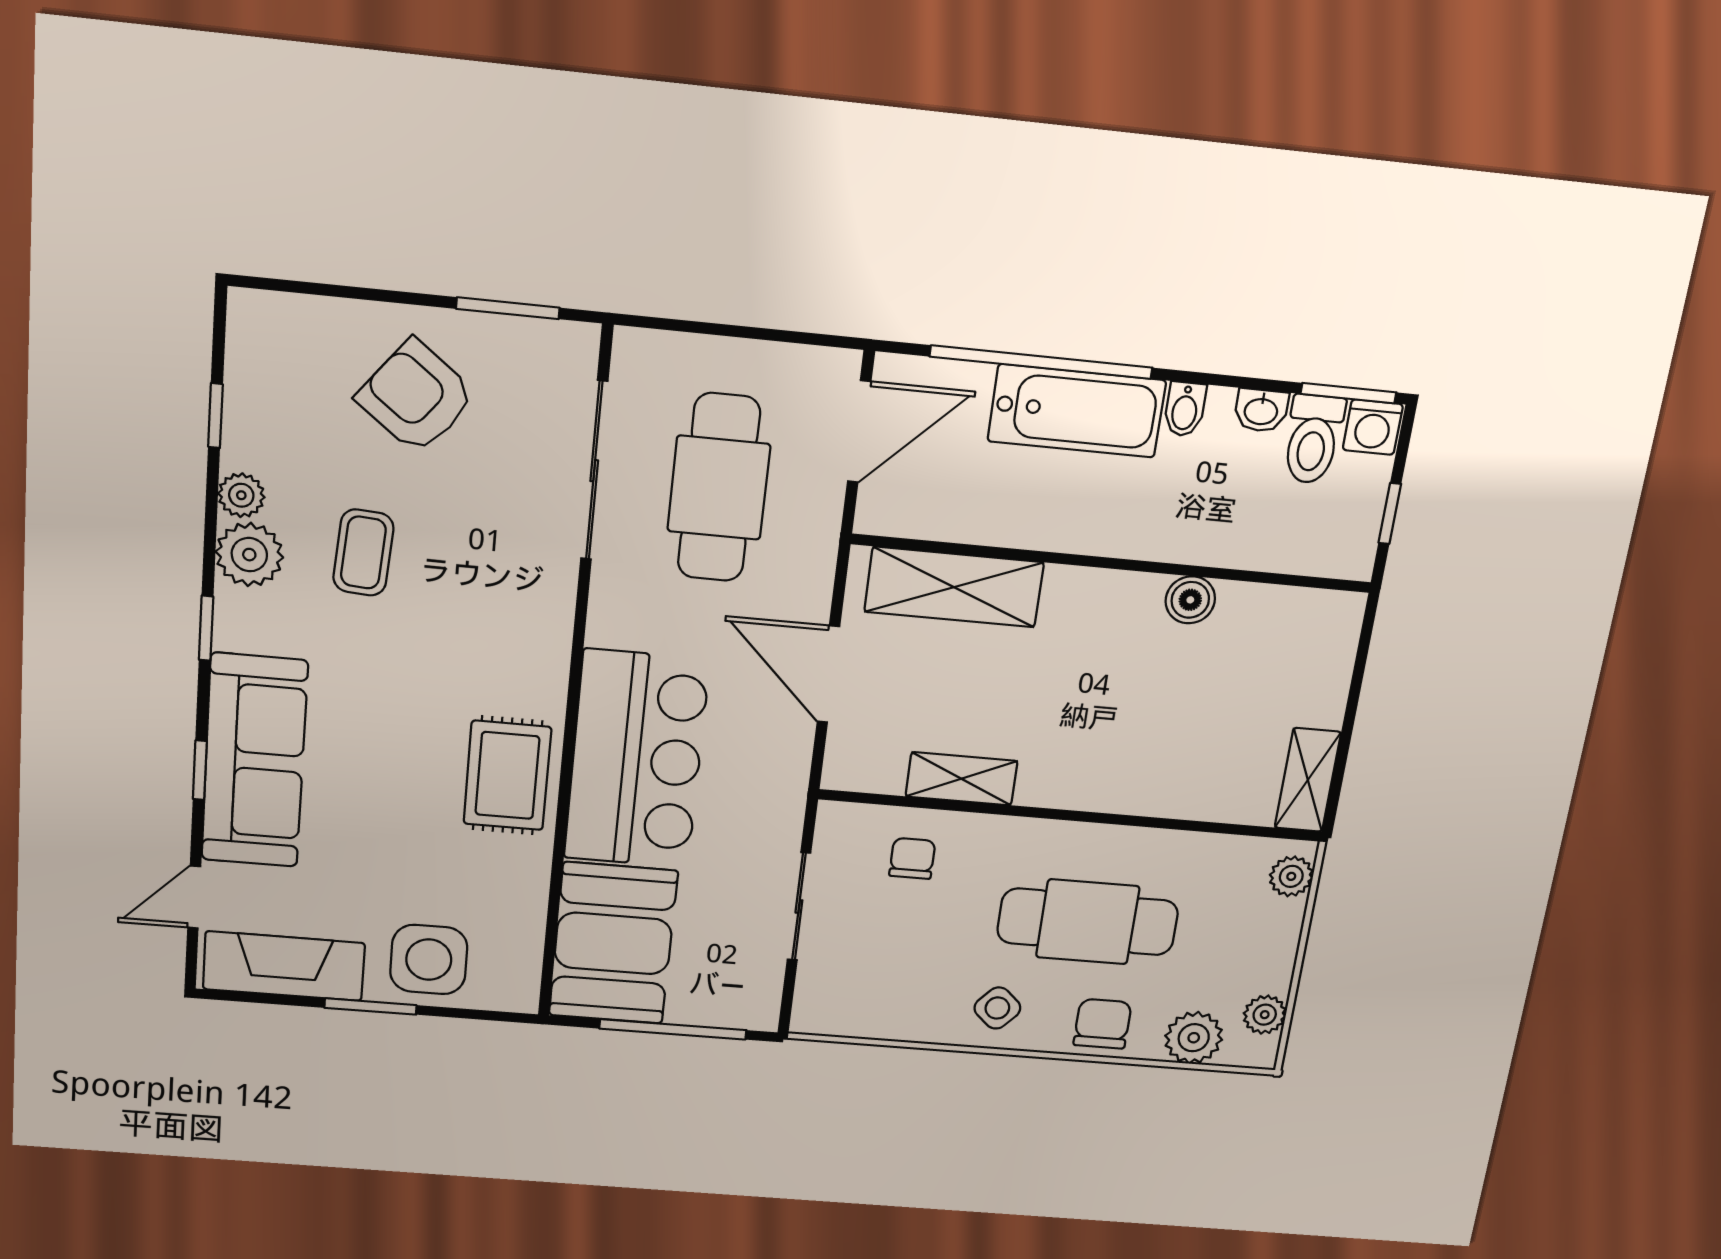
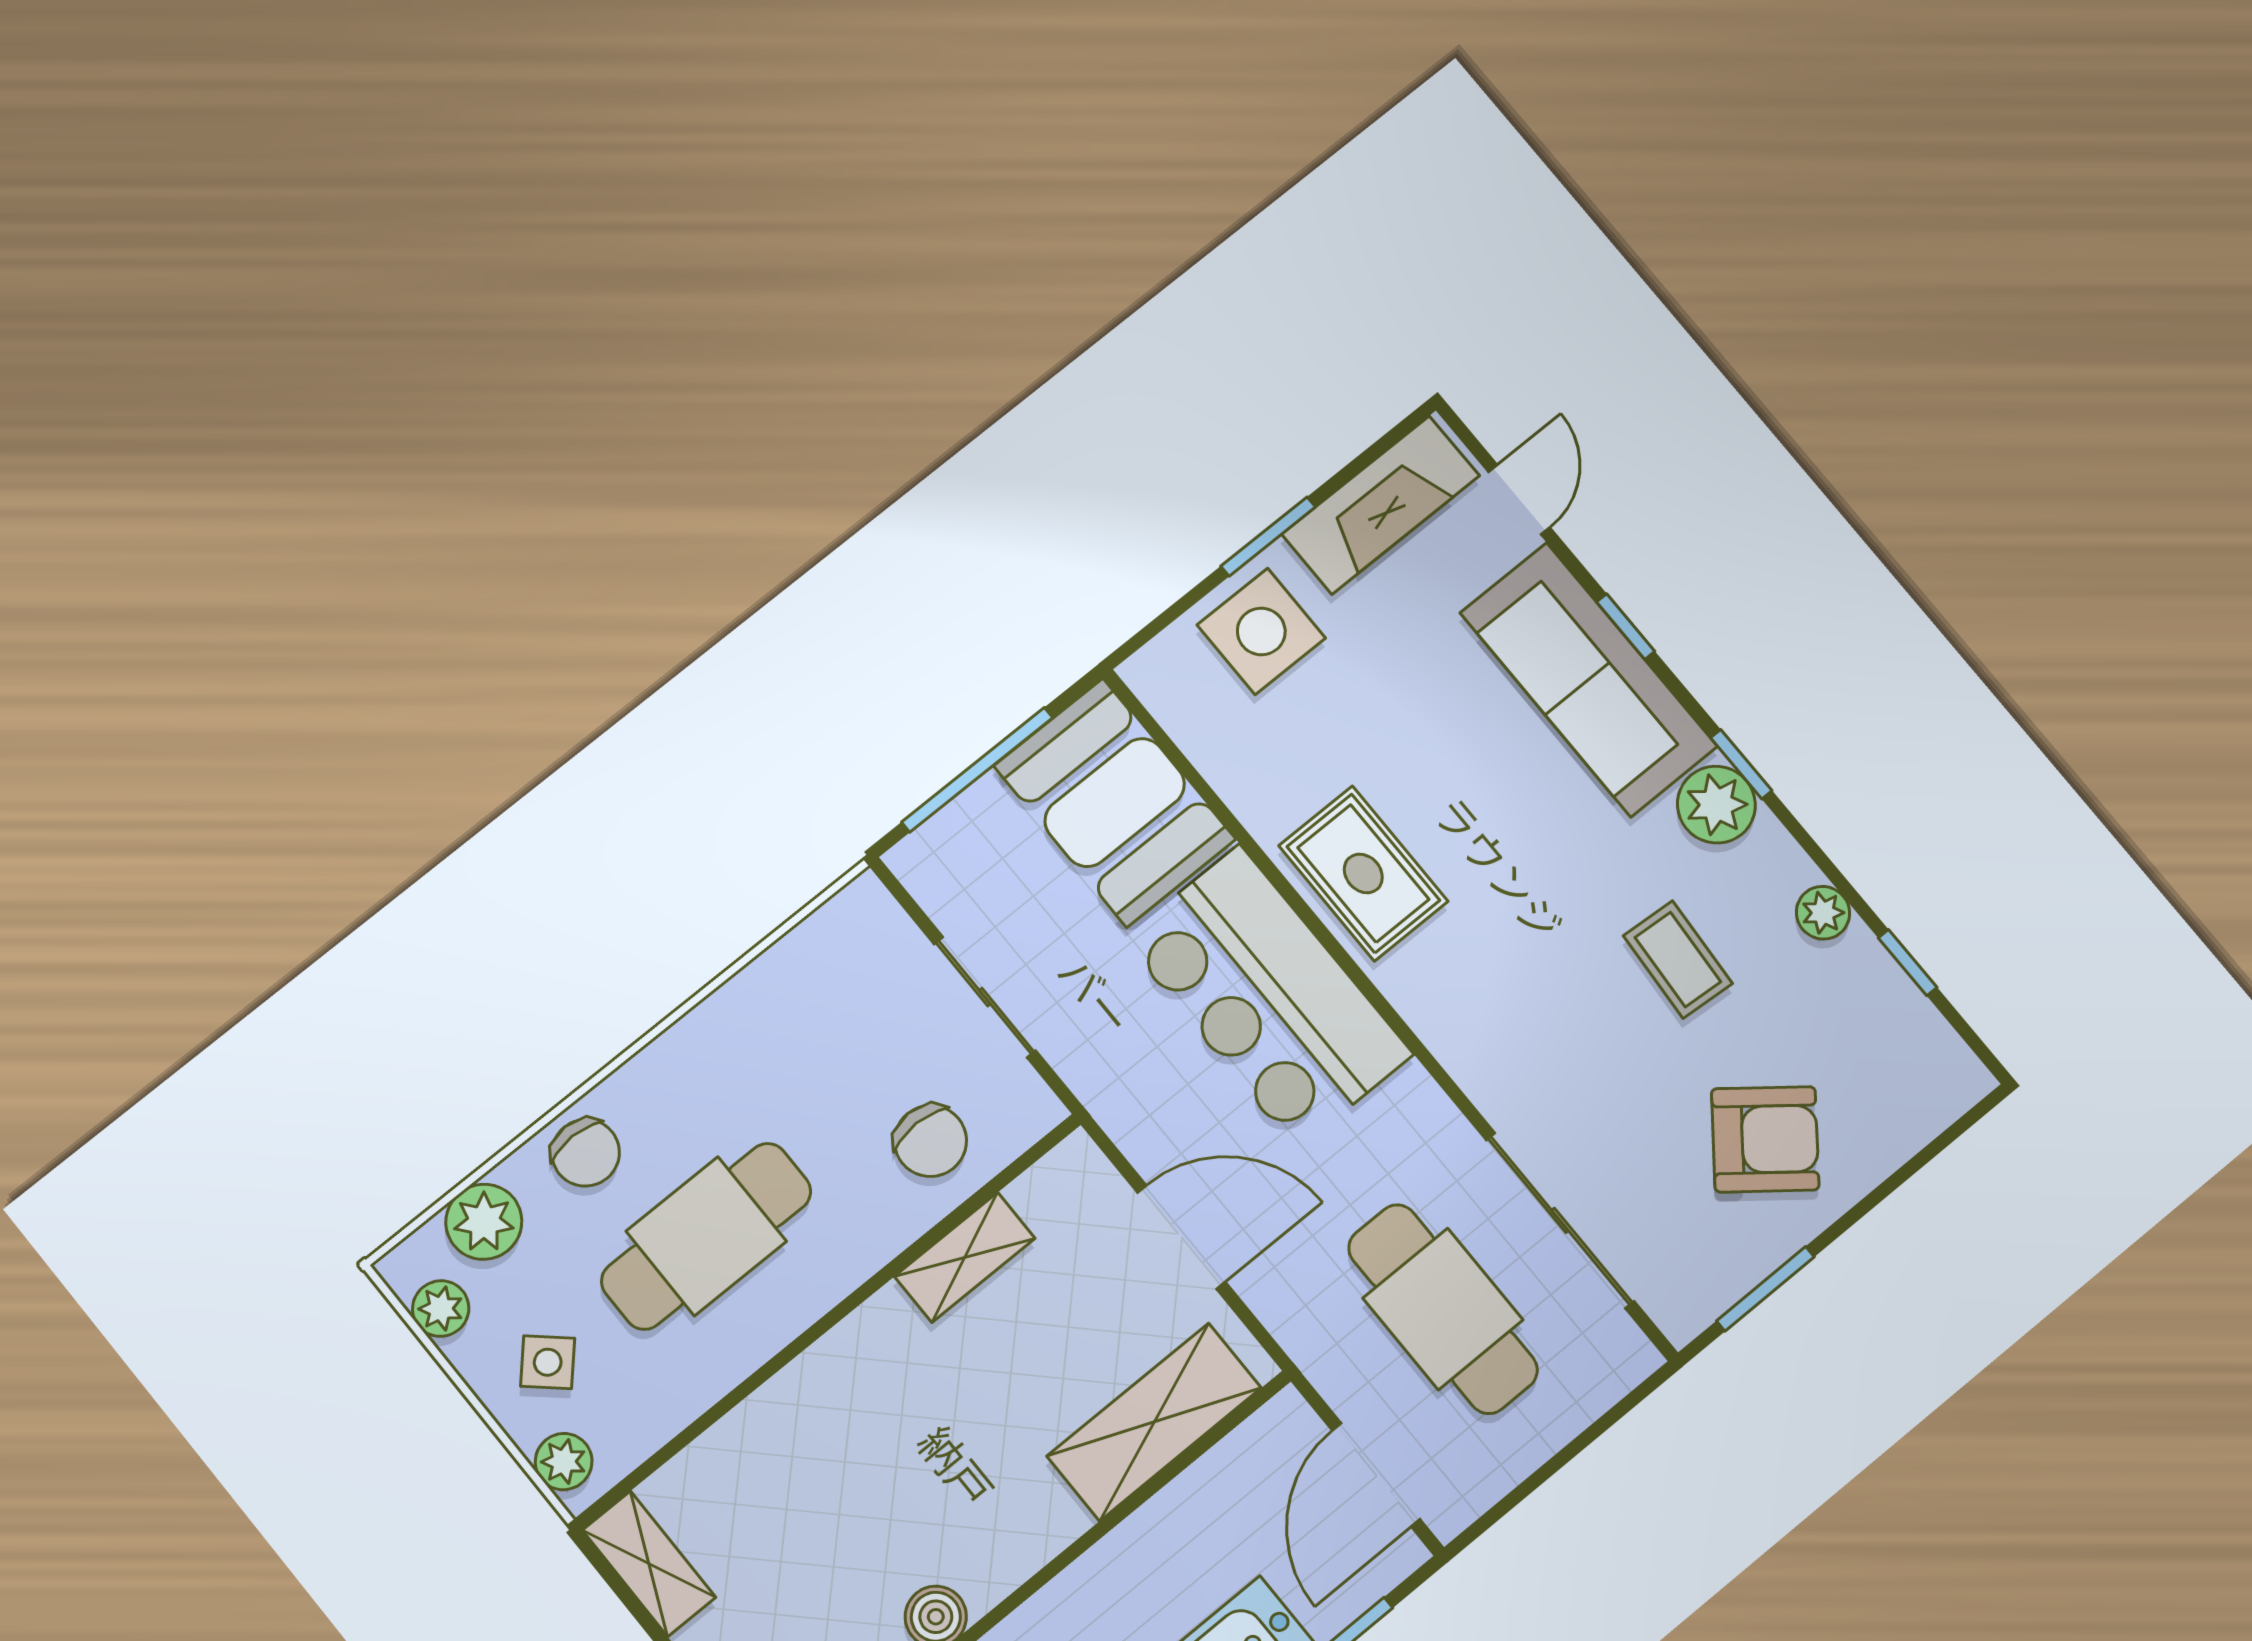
plant: (249, 555) -> (1716, 805), moved
chair: (912, 858) -> (930, 1141), width x1.37, depth x1.37
side table: (997, 1008) -> (548, 1362), moved

